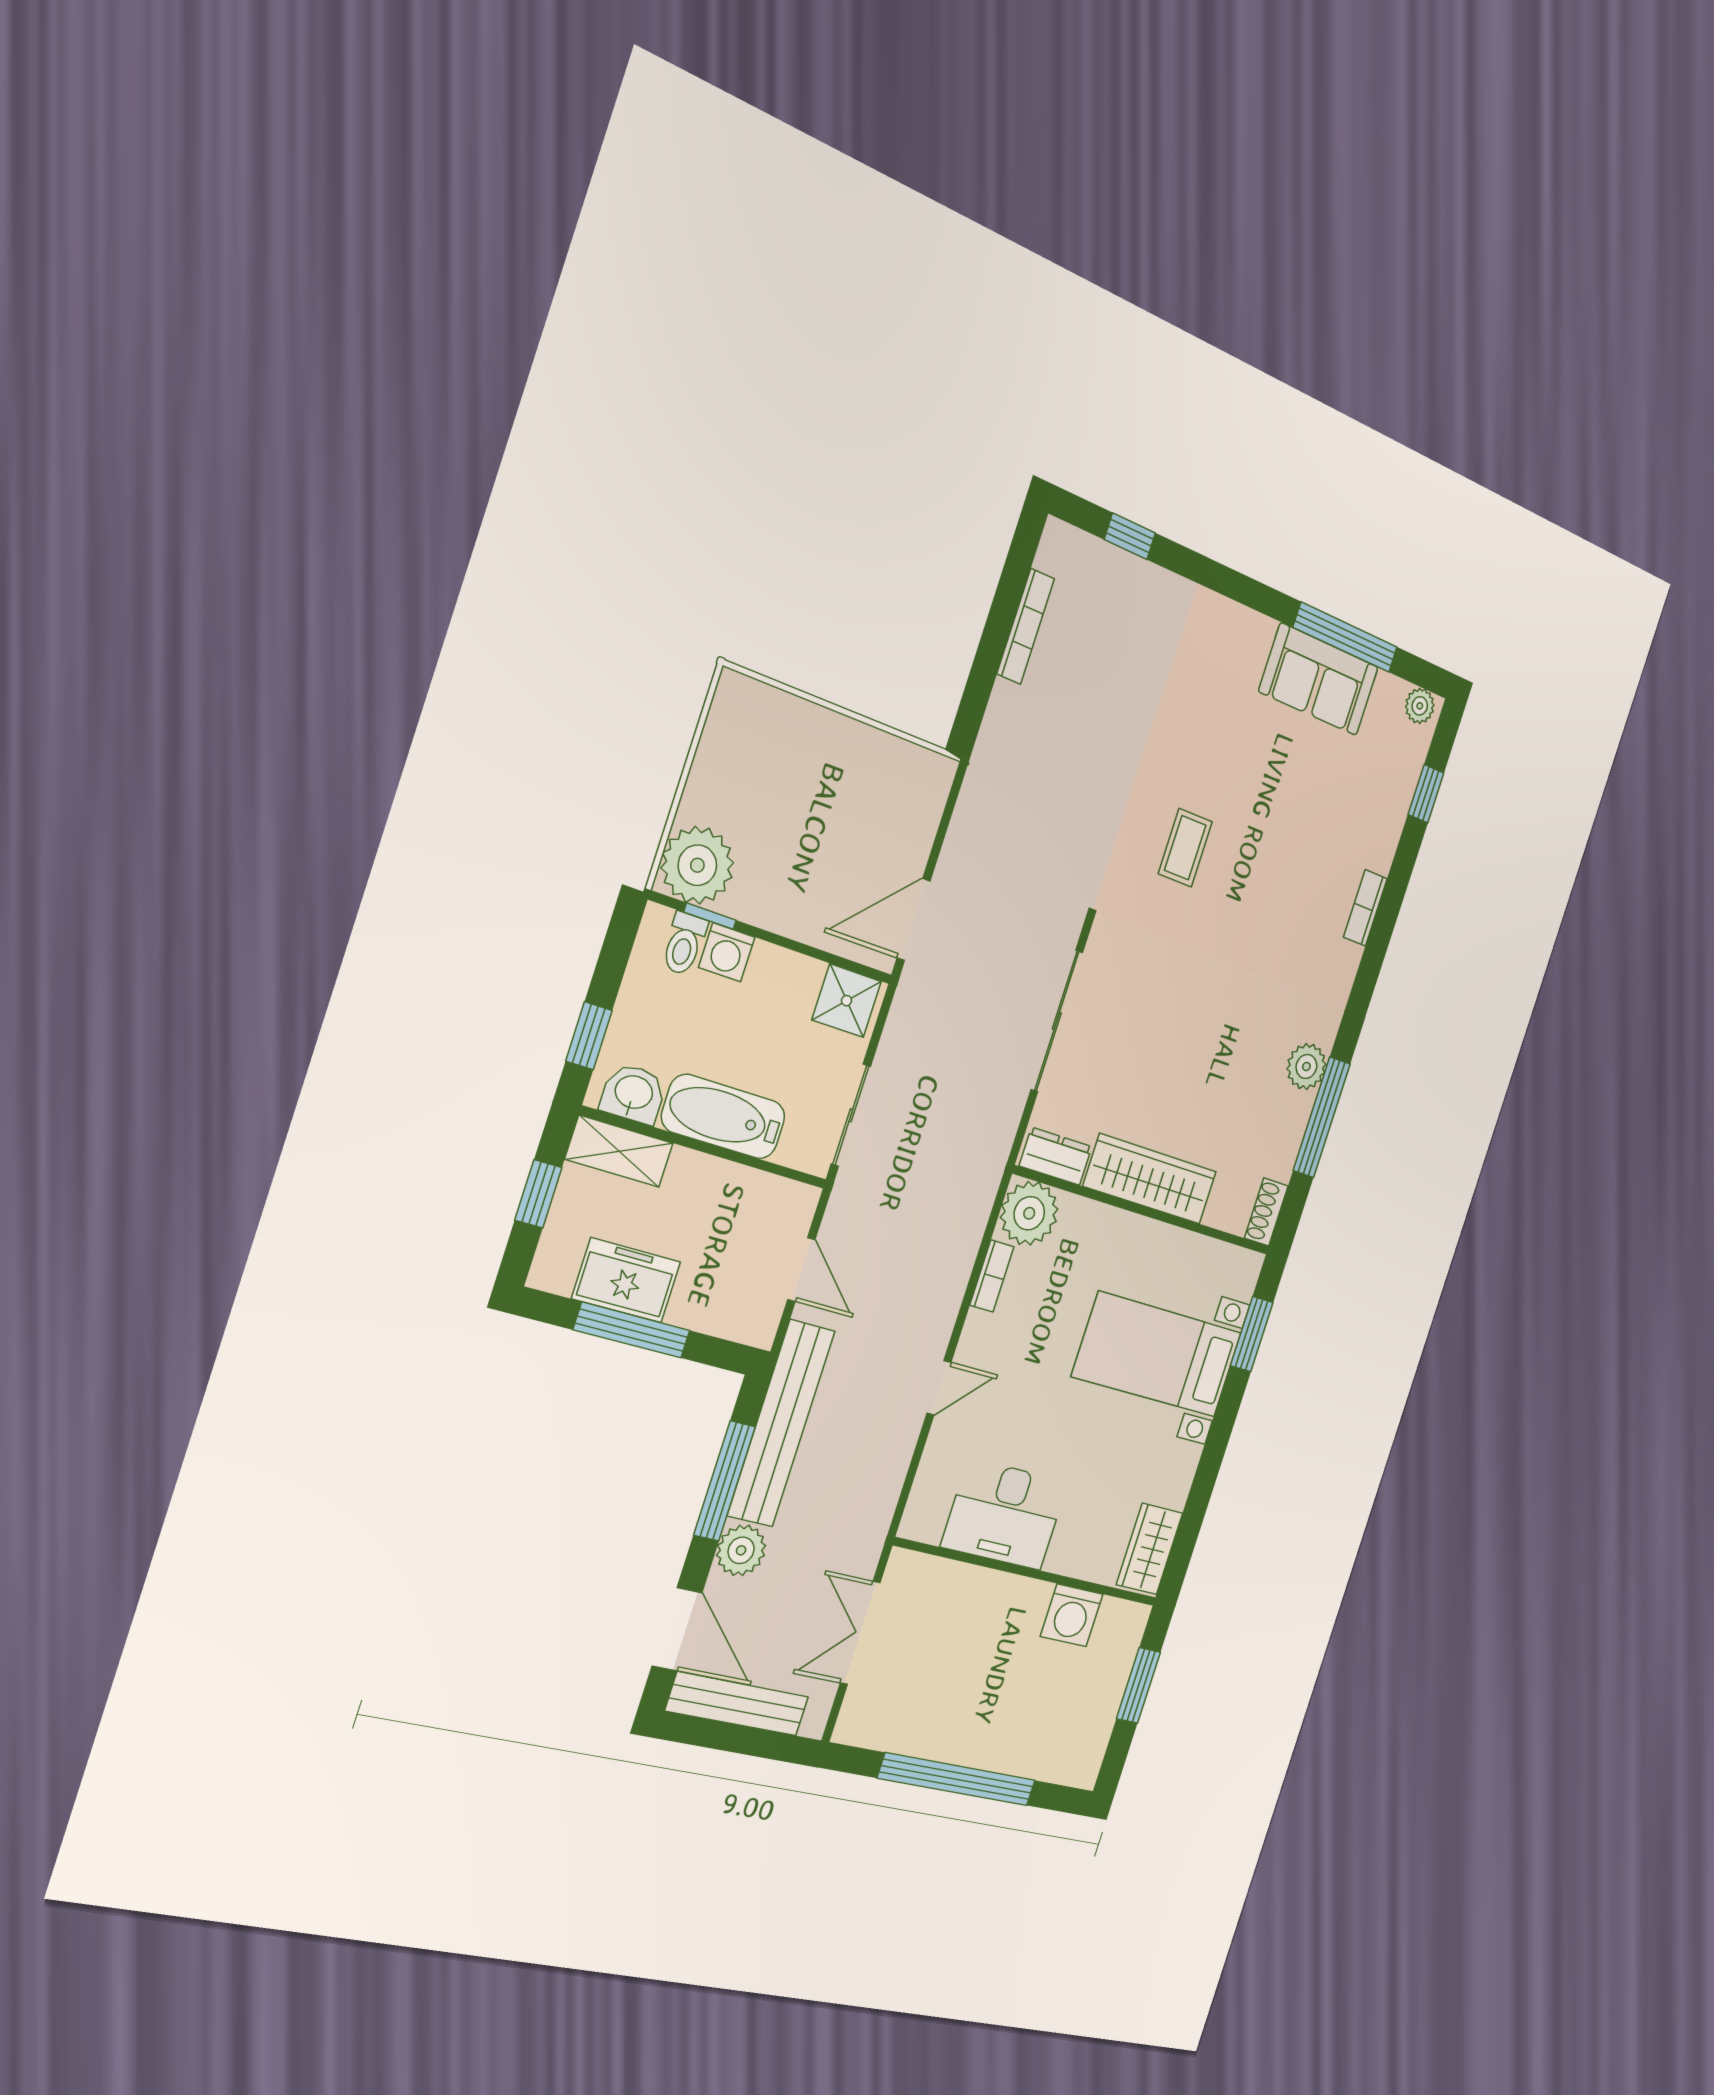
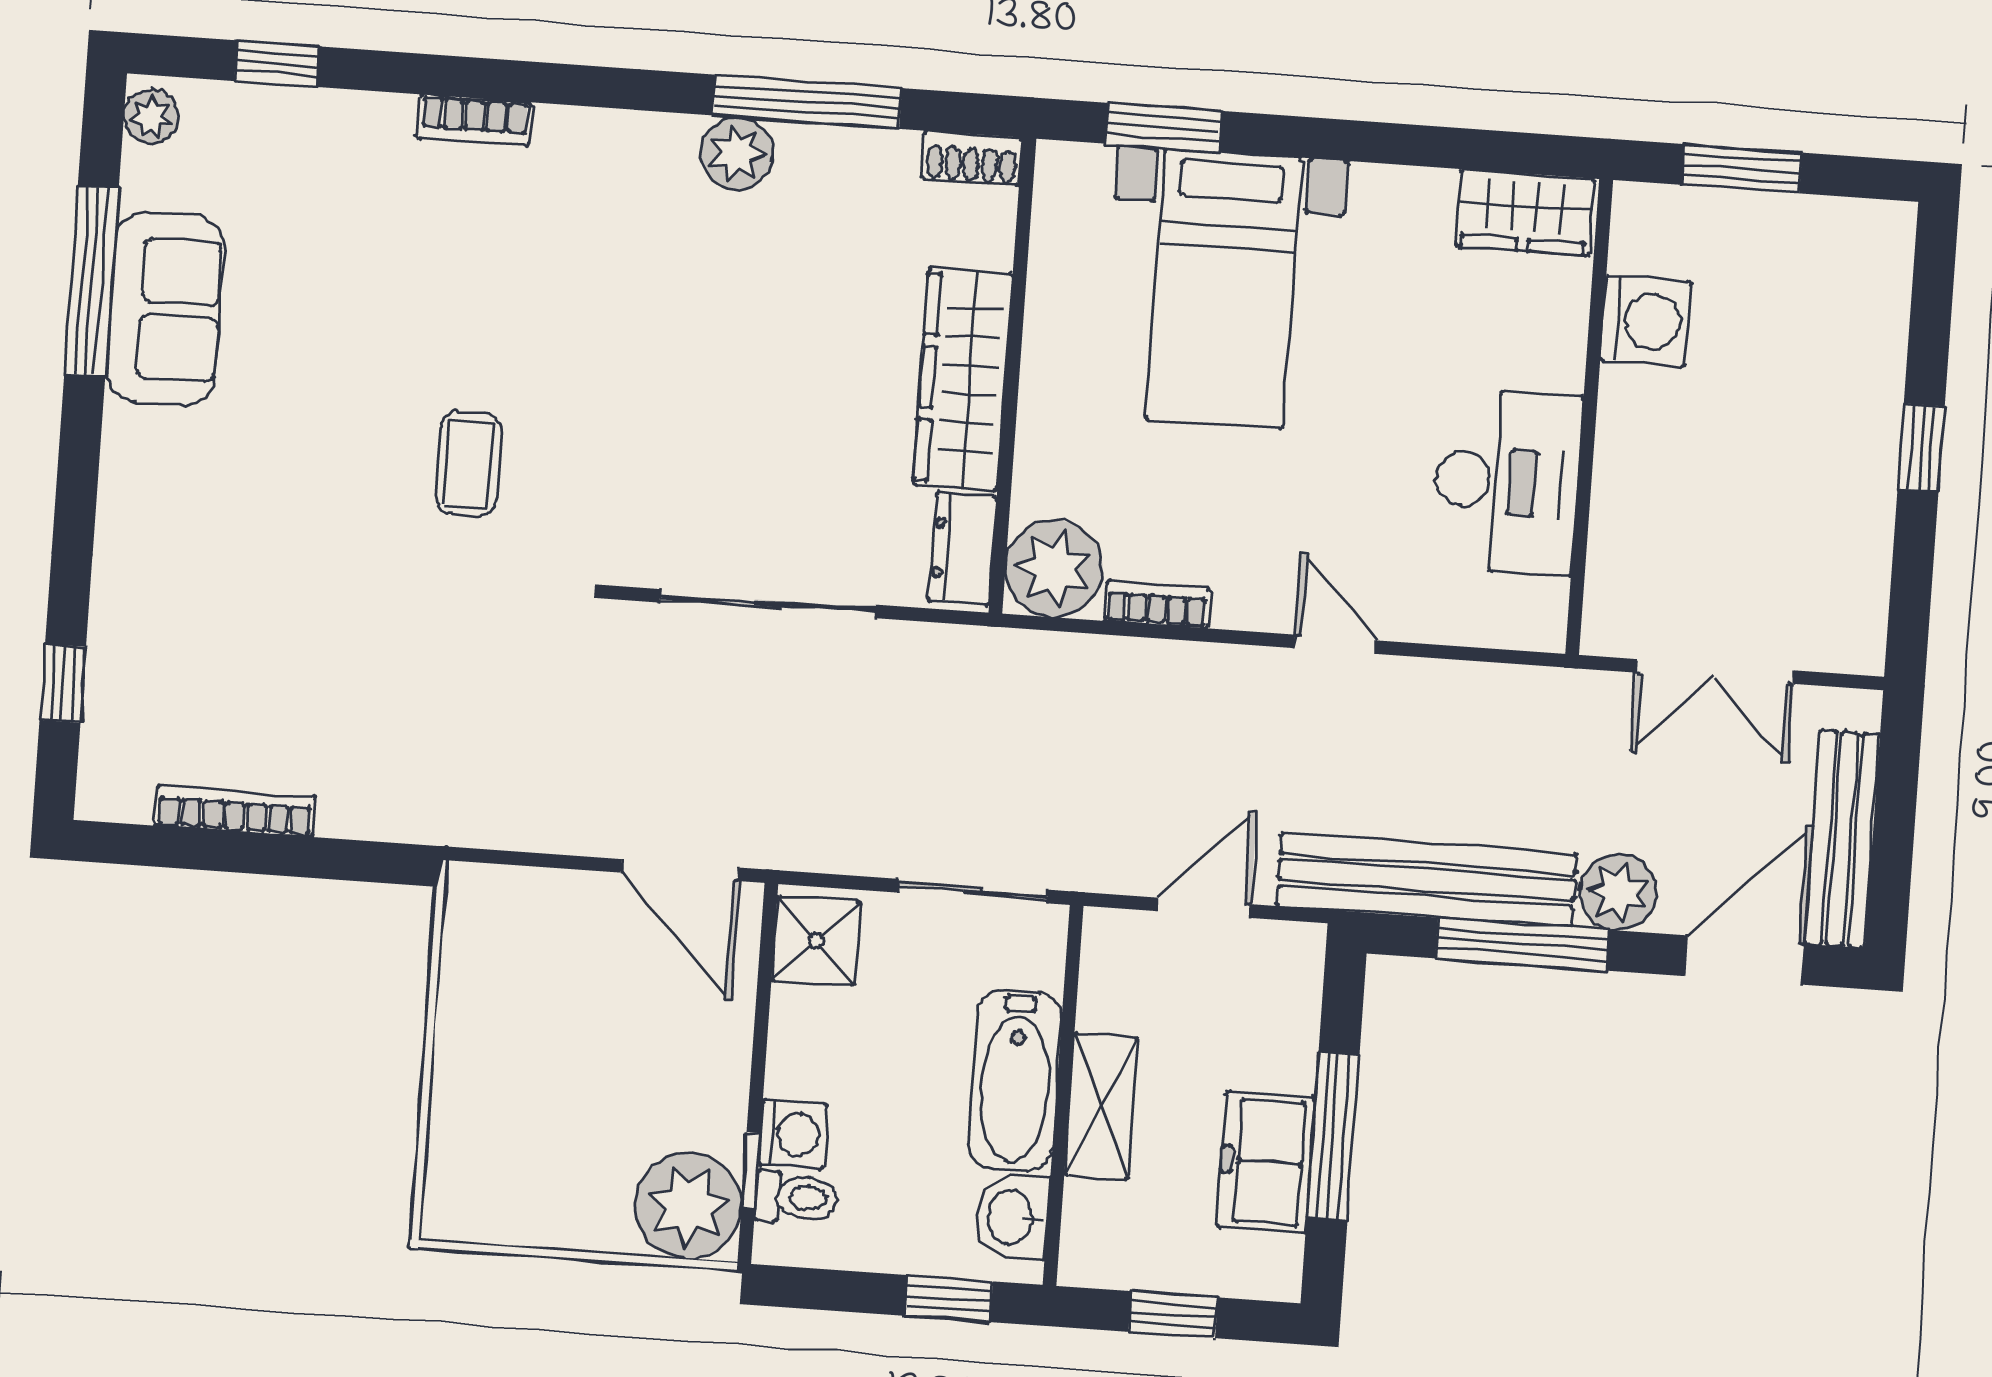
coffee table: (1185, 848) -> (468, 464), turned 90
shelving: (619, 1151) -> (1101, 1106), moved
window: (957, 1779) -> (1921, 447), width x0.32

